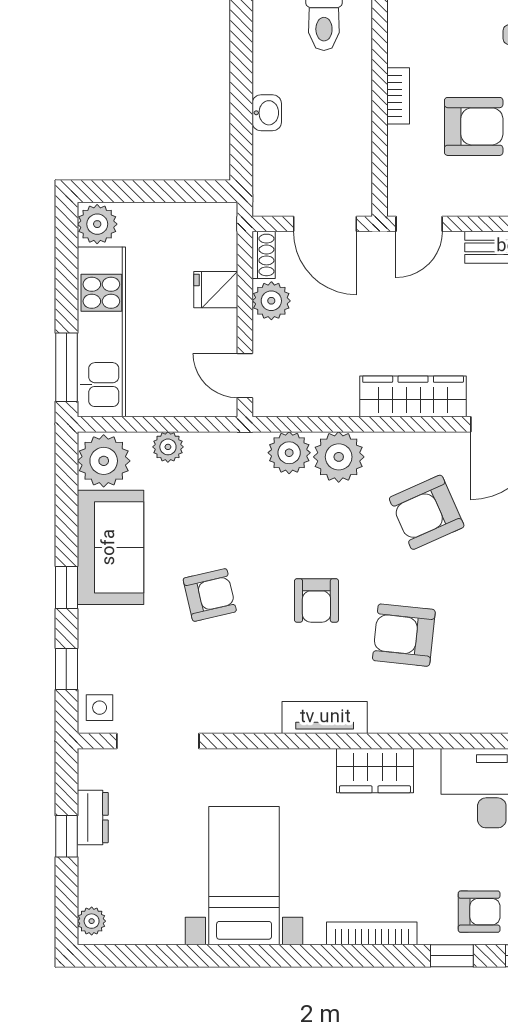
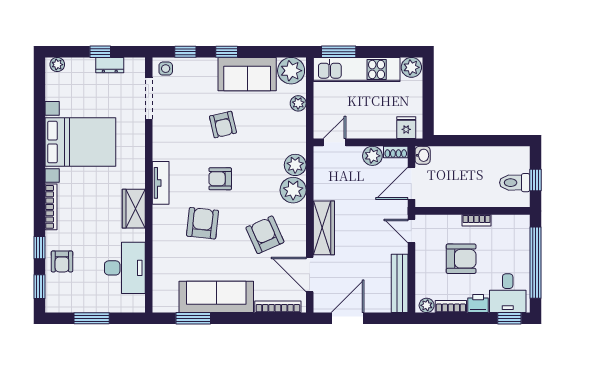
washbasin: (267, 113) -> (423, 155), moved, turned -90
armchair: (474, 126) -> (461, 259), turned -90
fridge: (216, 290) -> (406, 128), moved
bed with nightstands: (244, 876) -> (80, 142), width x1.36

